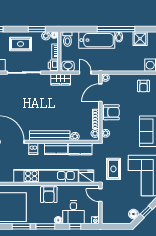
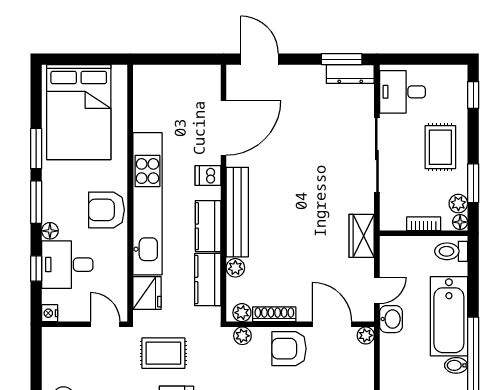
printer: (53, 65) -> (393, 220), removed
washbasin: (68, 66) -> (391, 319), moved
armchair: (111, 112) -> (289, 349), turned 90
door: (100, 195) -> (105, 324), hinge flipped

